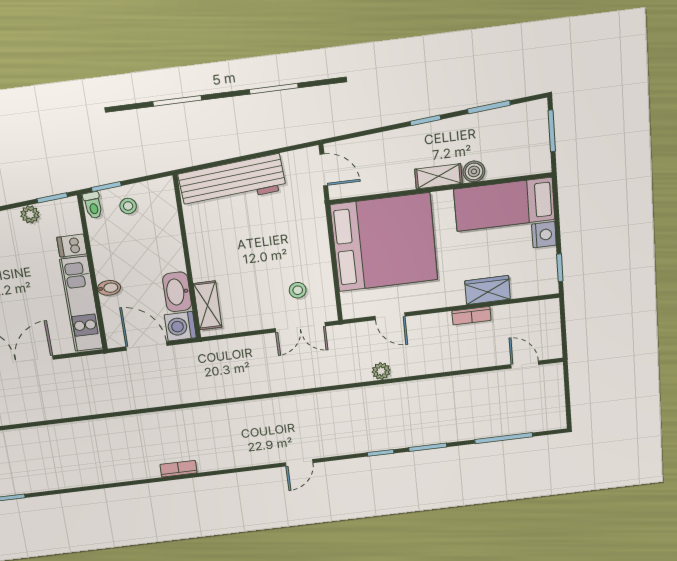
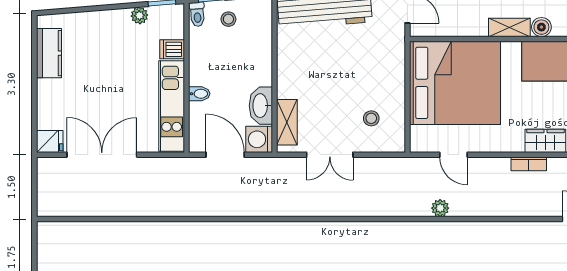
double door: (300, 327) -> (330, 155), moved

